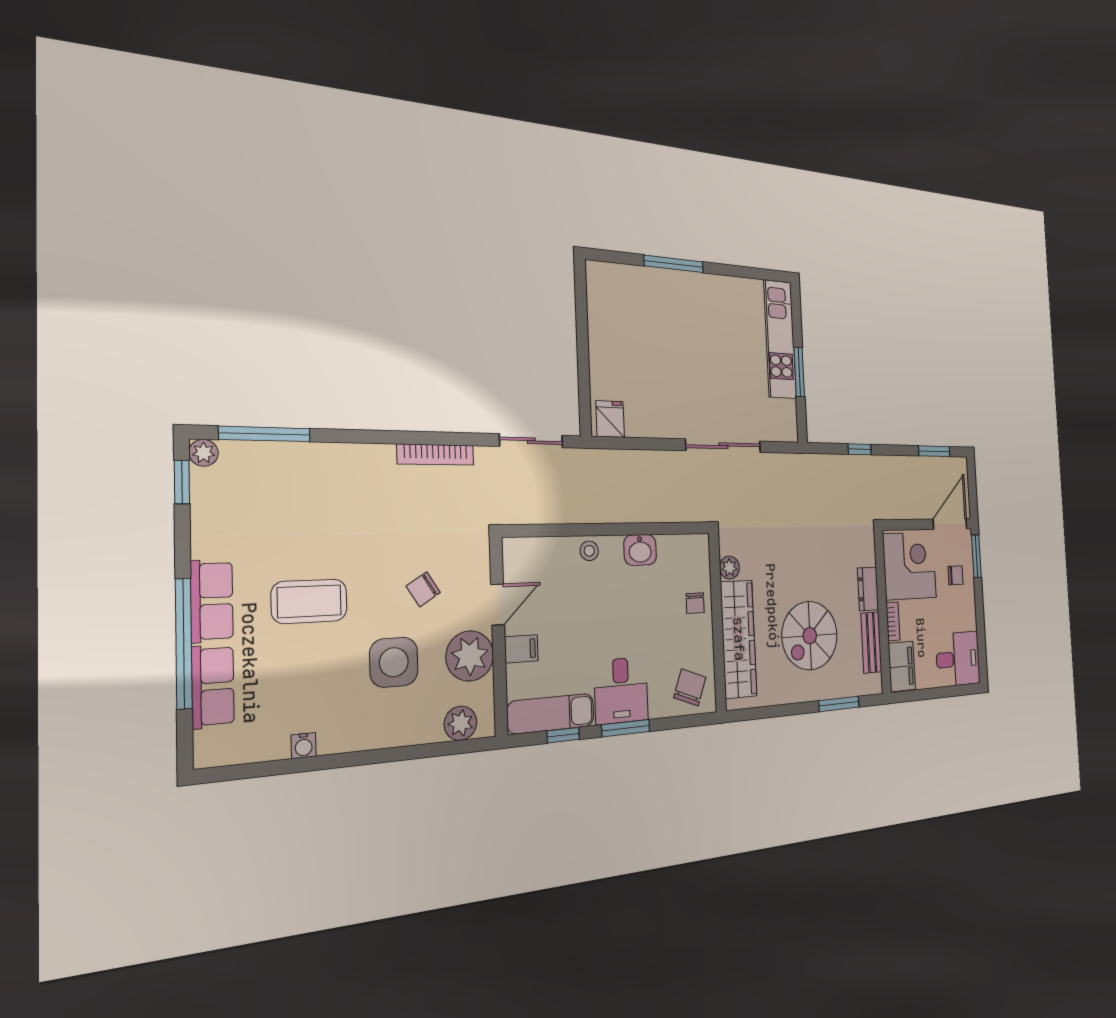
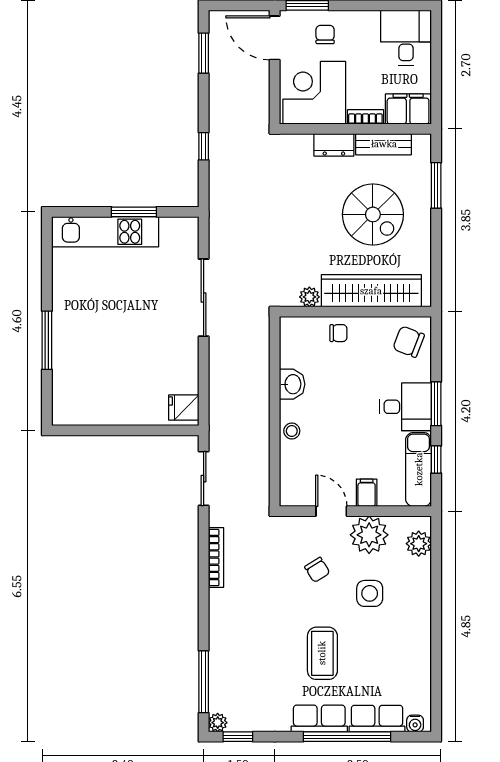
side table: (394, 662) -> (370, 593), width x0.73, depth x0.73
water cooler: (304, 746) -> (415, 724), moved, turned 90

